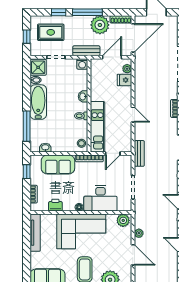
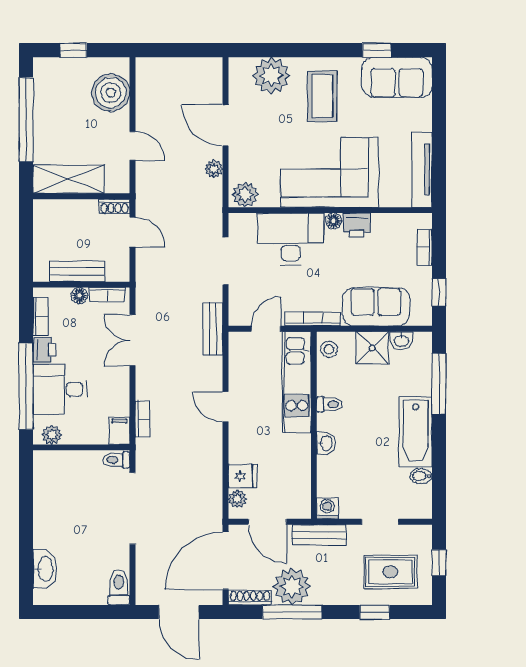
window: (87, 12) -> (292, 612), moved
door: (112, 57) -> (267, 522), hinge flipped
shower: (38, 67) -> (372, 348), moved
printer: (55, 205) -> (357, 225), moved

